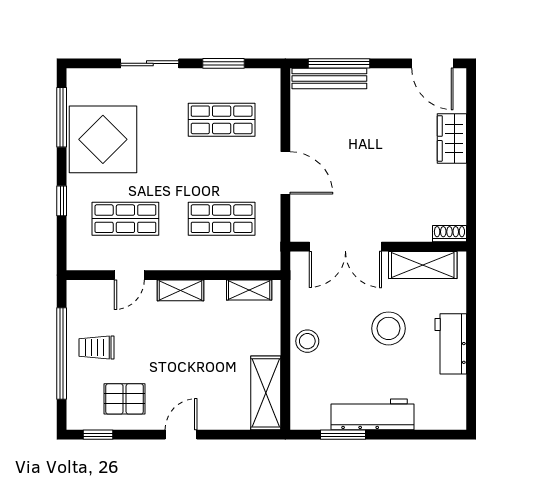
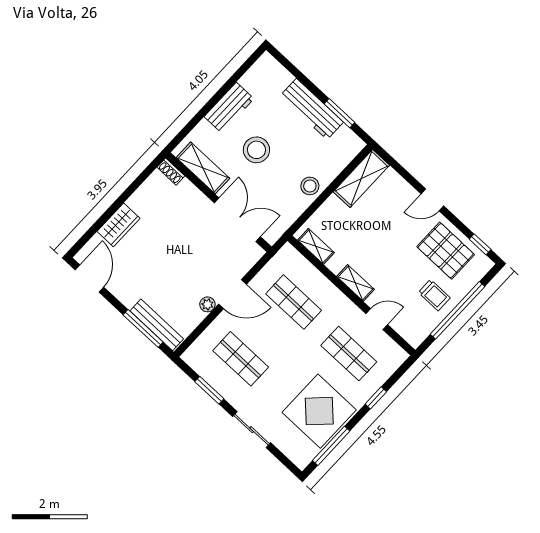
plant: (300, 142) -> (207, 304), added
door: (285, 173) -> (232, 294), swing flipped
pallet: (125, 399) -> (446, 251), width x1.50, depth x1.42

